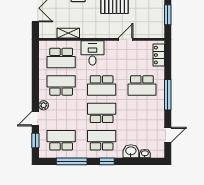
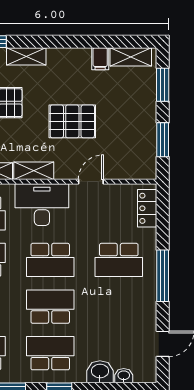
shelving: (92, 33) -> (34, 171), added
desk: (92, 53) -> (42, 205), width x1.37

